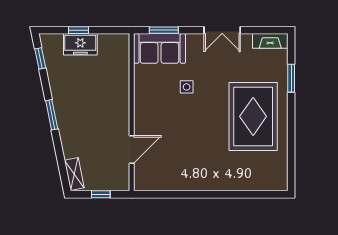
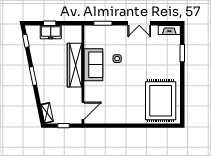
sofa: (160, 48) -> (93, 65), moved, turned -90
wardrobe: (118, 97) -> (74, 65), added
rug: (253, 116) -> (161, 101), moved
door: (132, 150) -> (83, 111), moved

